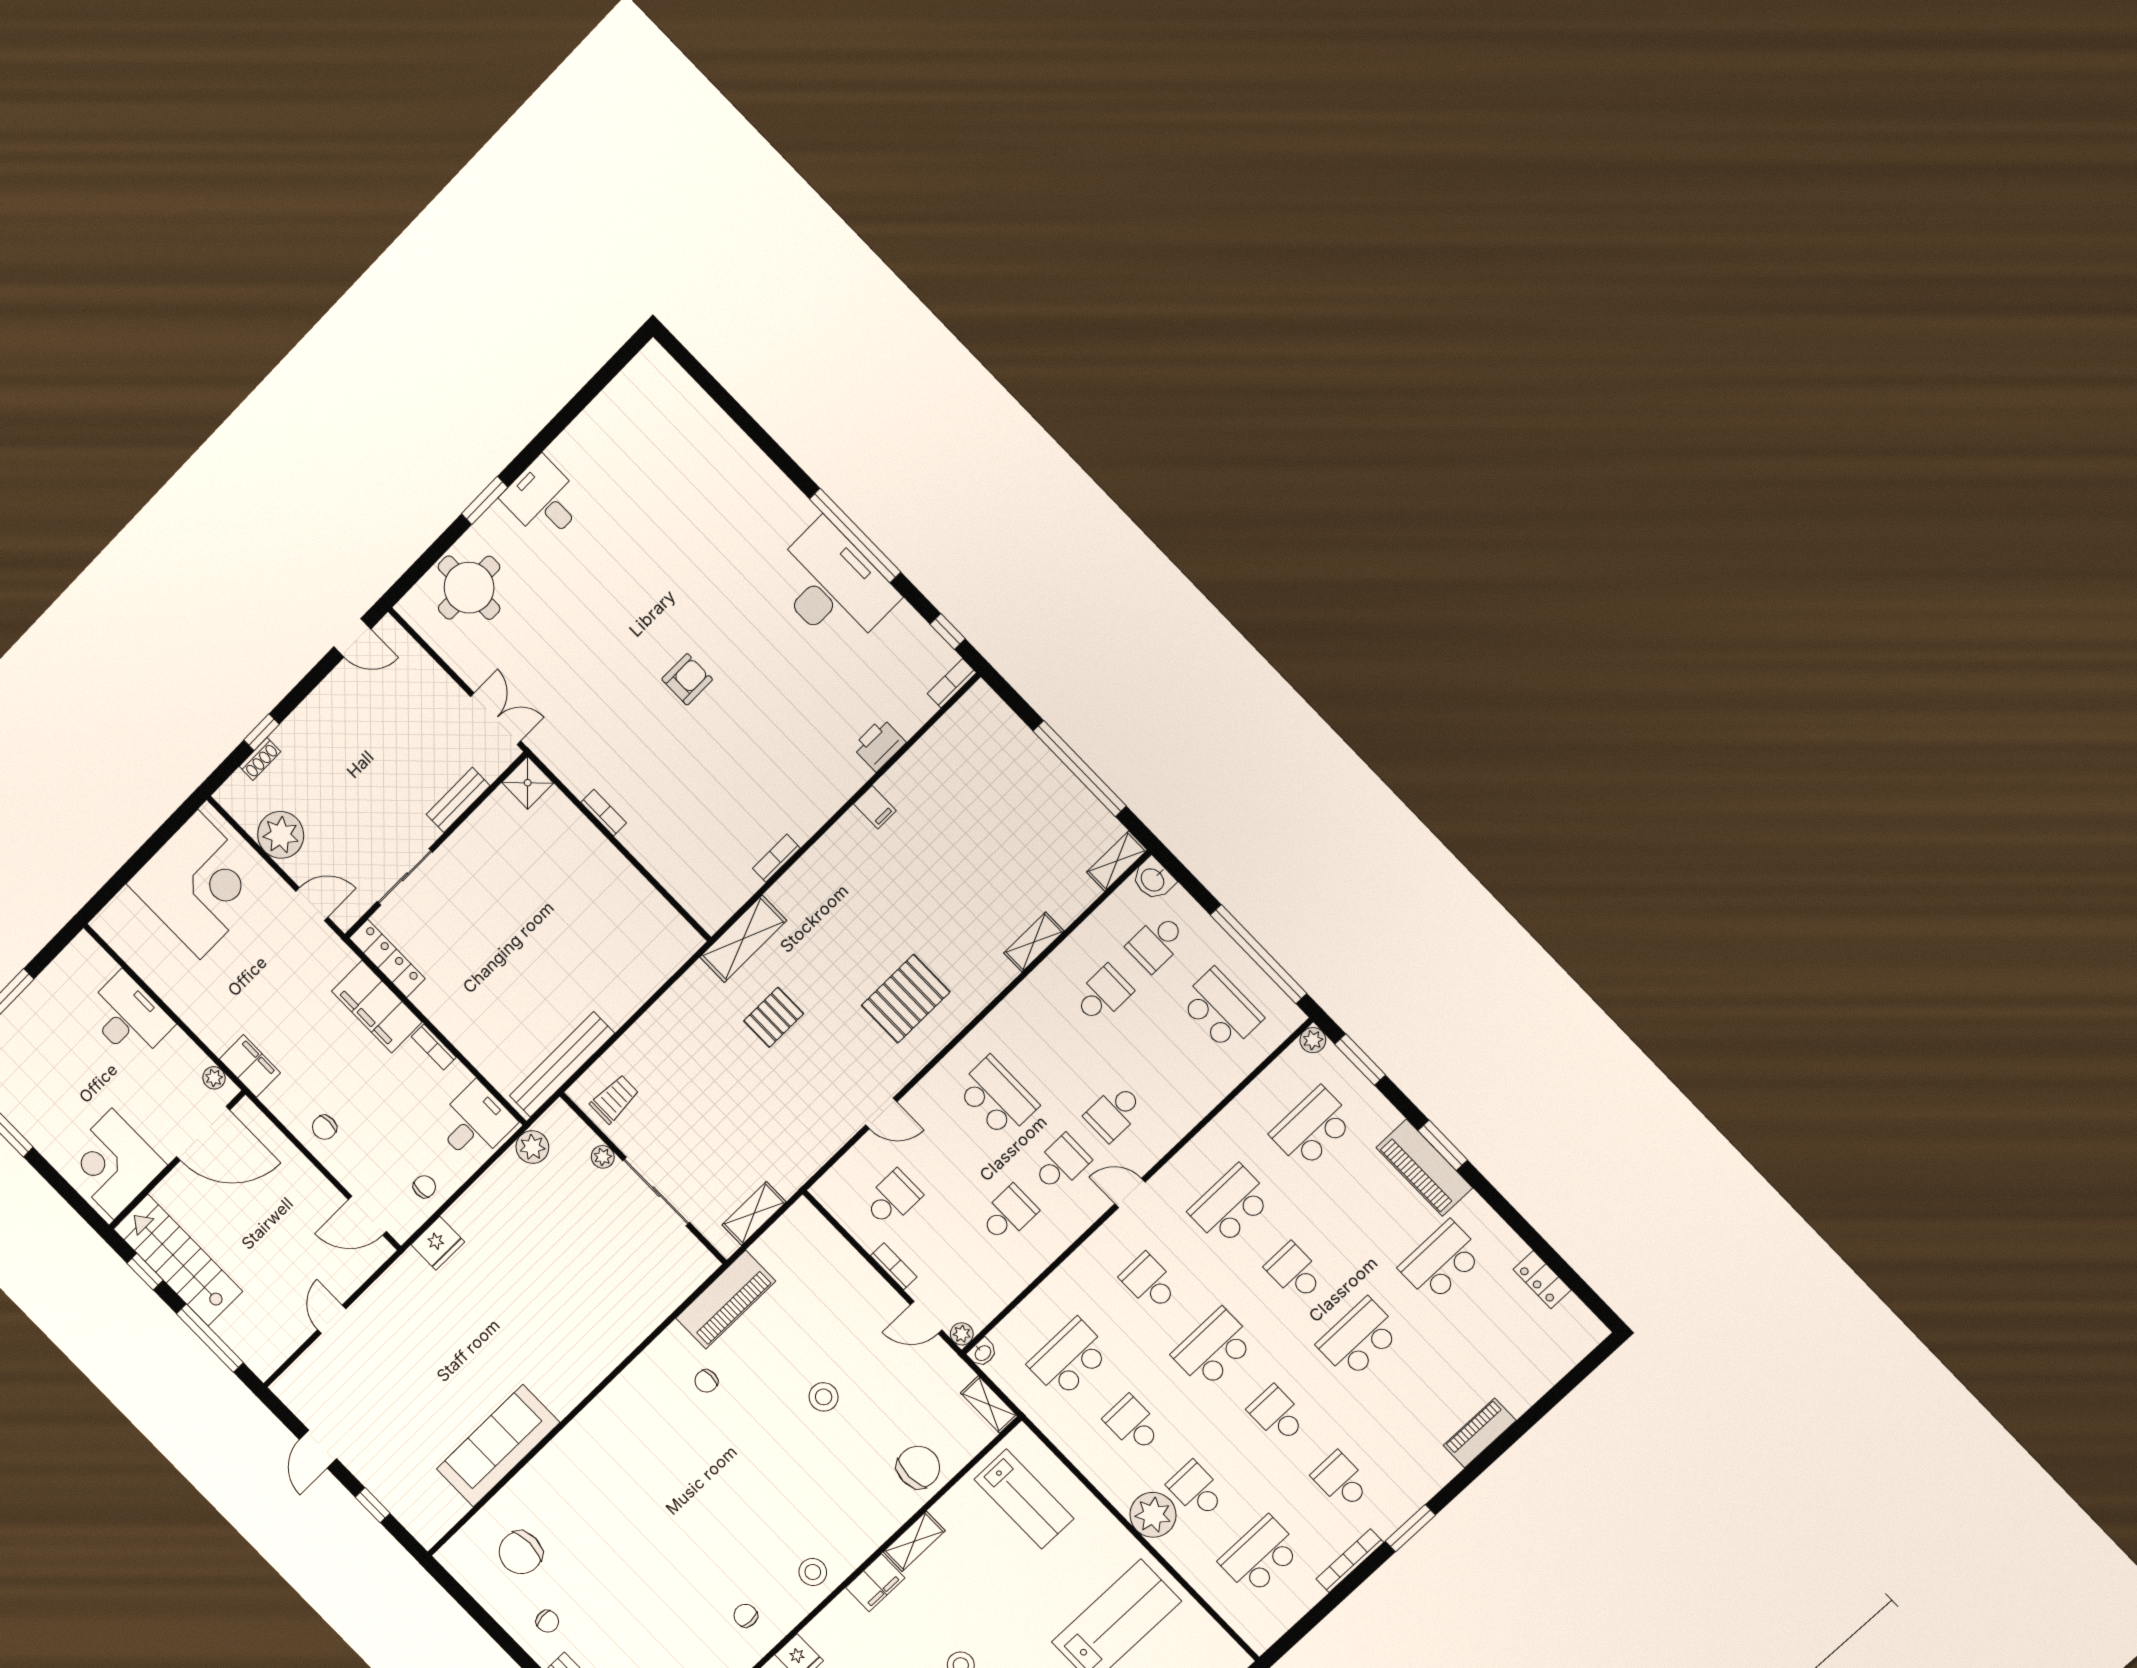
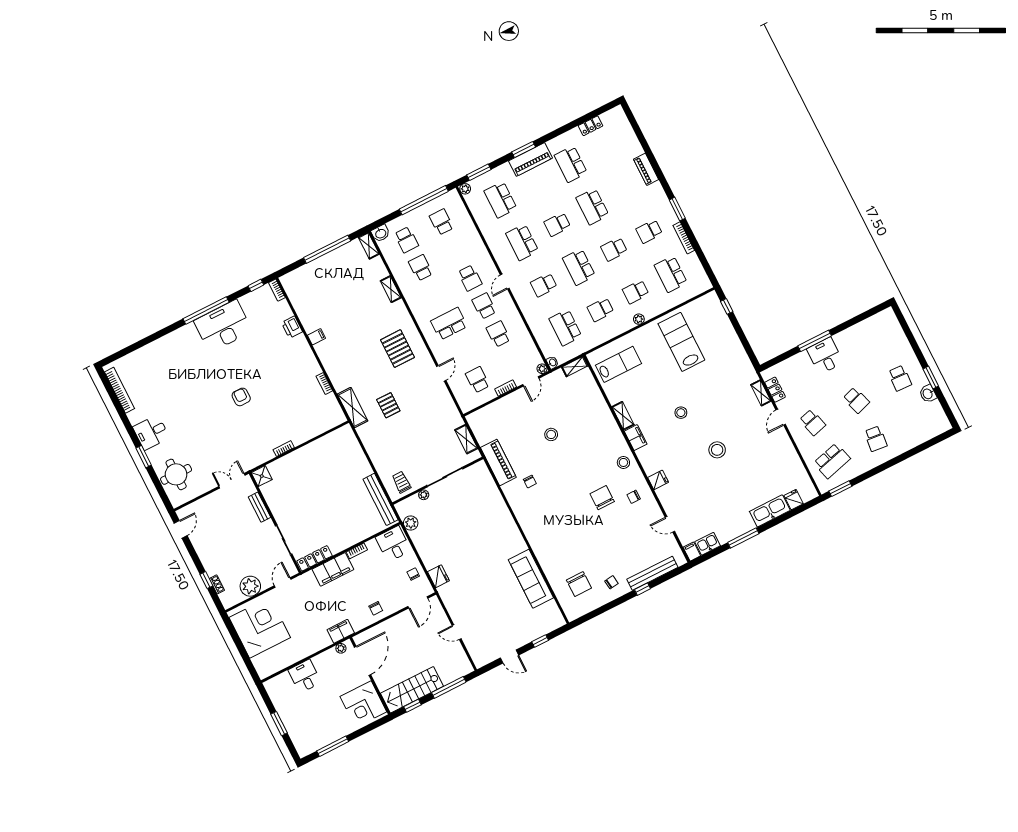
bookcase: (614, 395) -> (119, 390), added
school desk: (1221, 1010) -> (441, 222), width x0.54
desk: (129, 1017) -> (305, 676), width x0.73
chair: (918, 1467) -> (602, 498), moved
plant: (1153, 1515) -> (639, 319), width x0.53, depth x0.53

